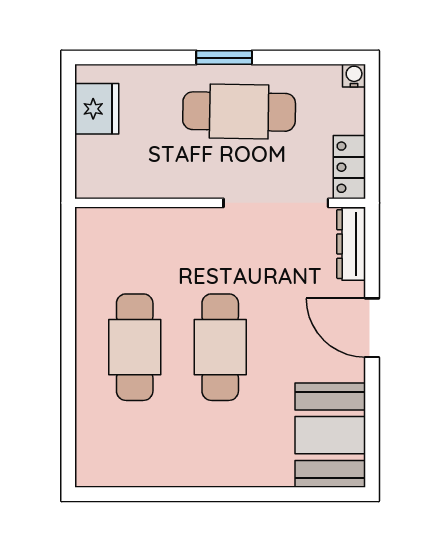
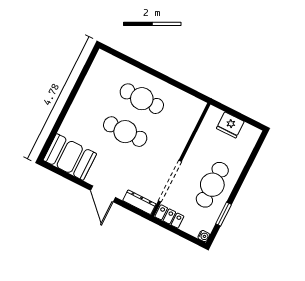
window: (224, 58) -> (224, 214), moved
fridge: (97, 109) -> (230, 125), moved
door: (372, 328) -> (103, 194), swing flipped

